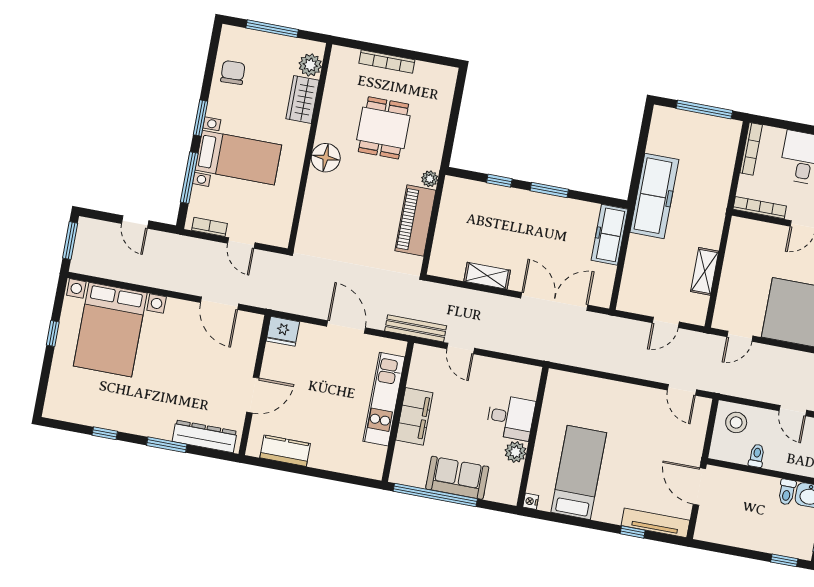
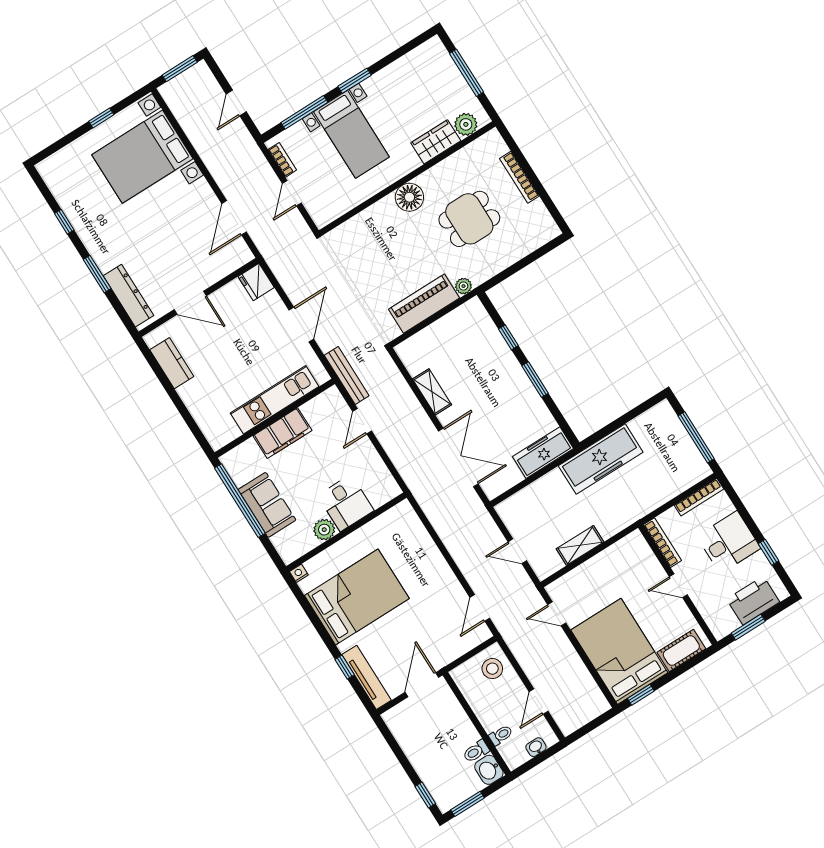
chair: (233, 72) -> (409, 74), removed
toilet: (757, 456) -> (501, 735), moved
bed: (579, 472) -> (357, 597), width x1.50

